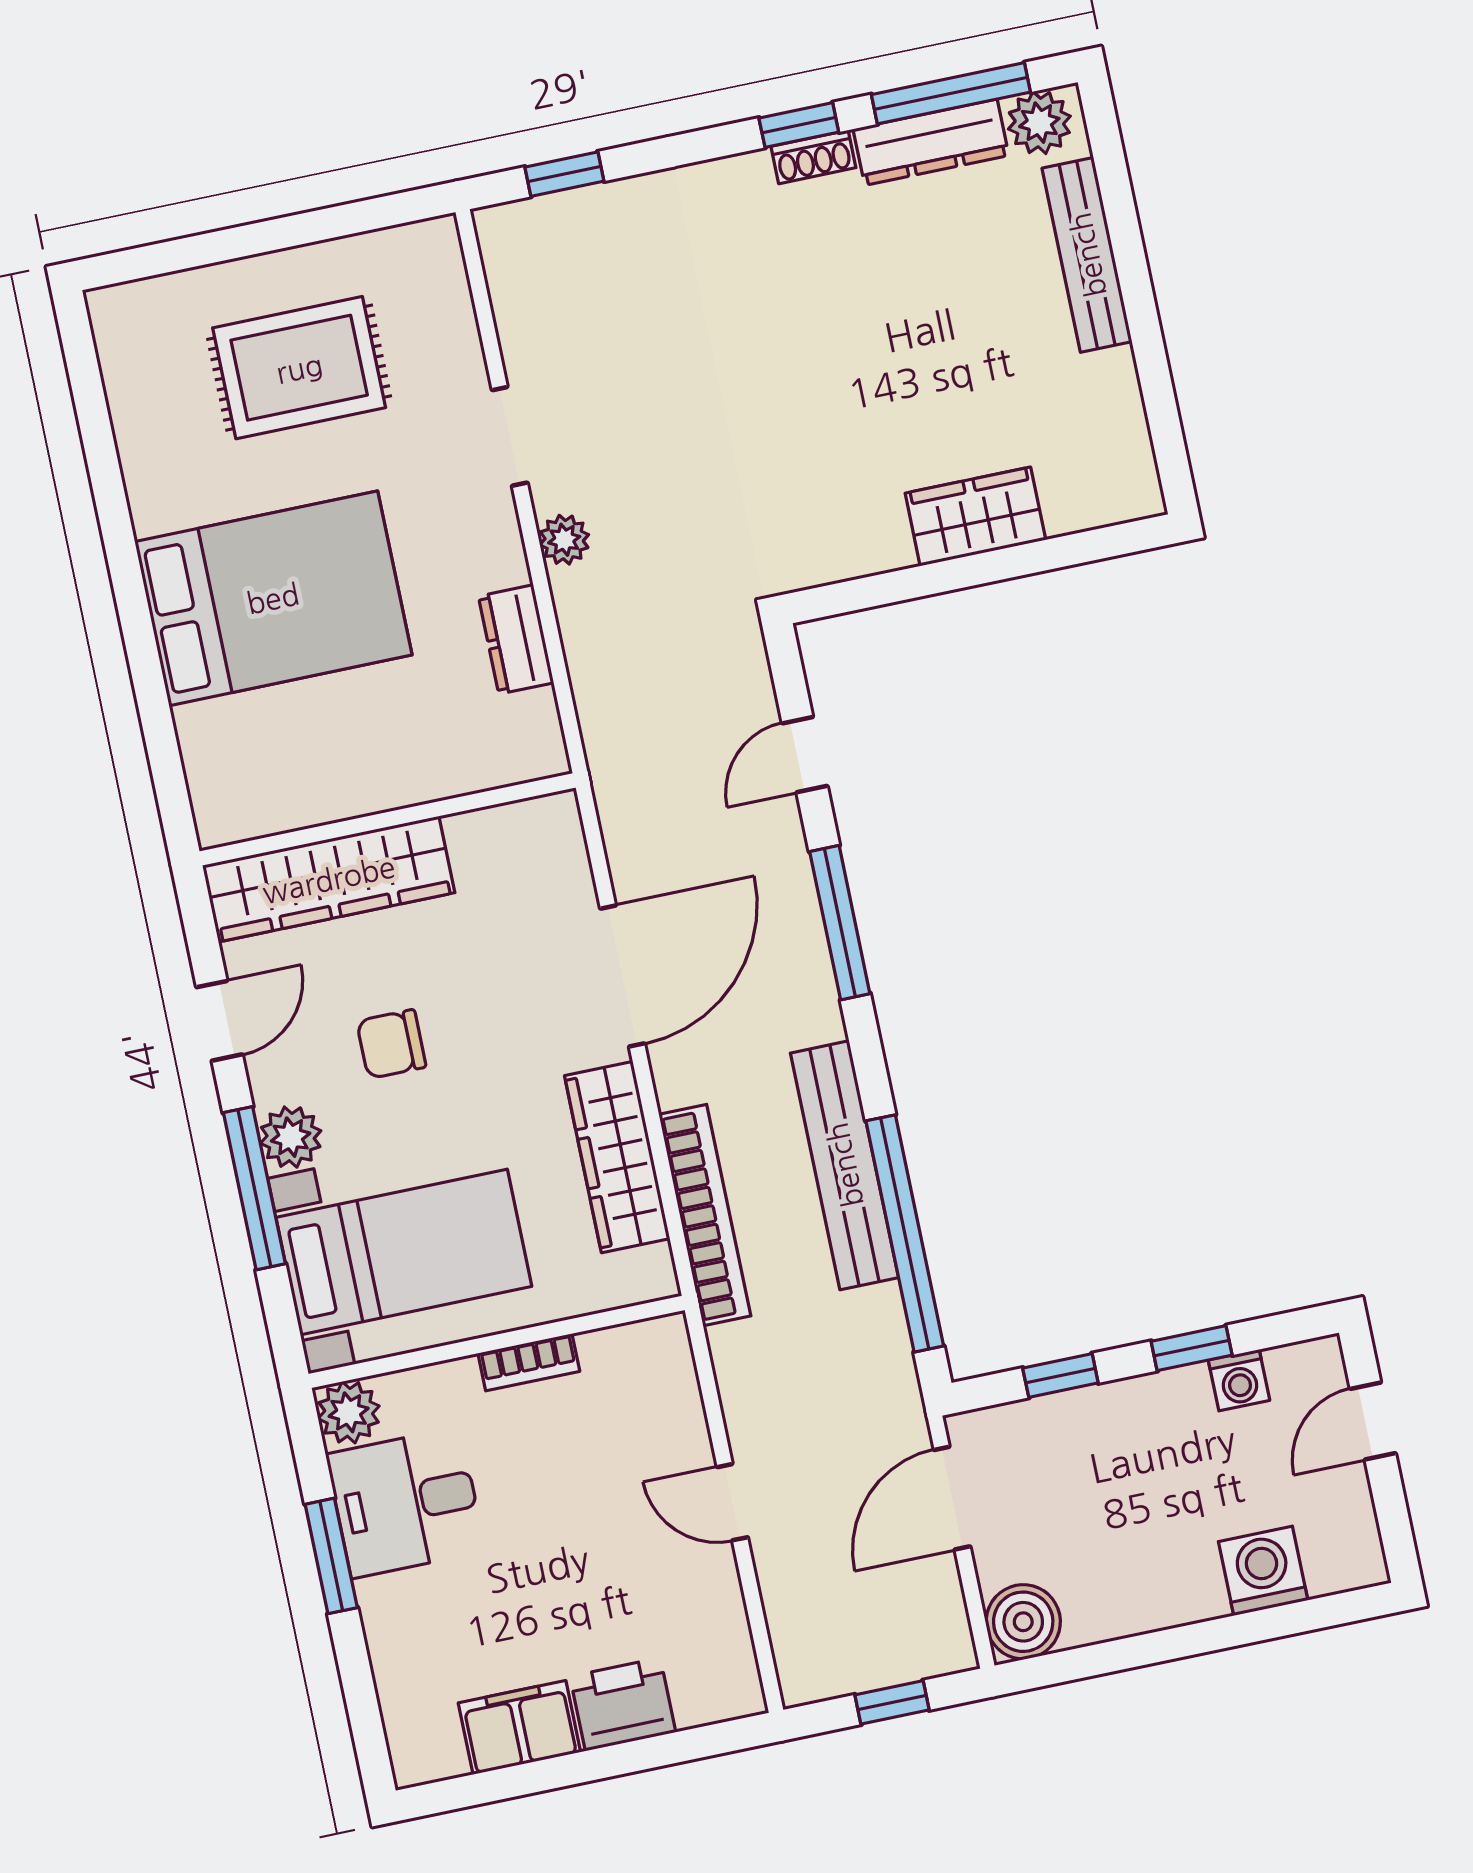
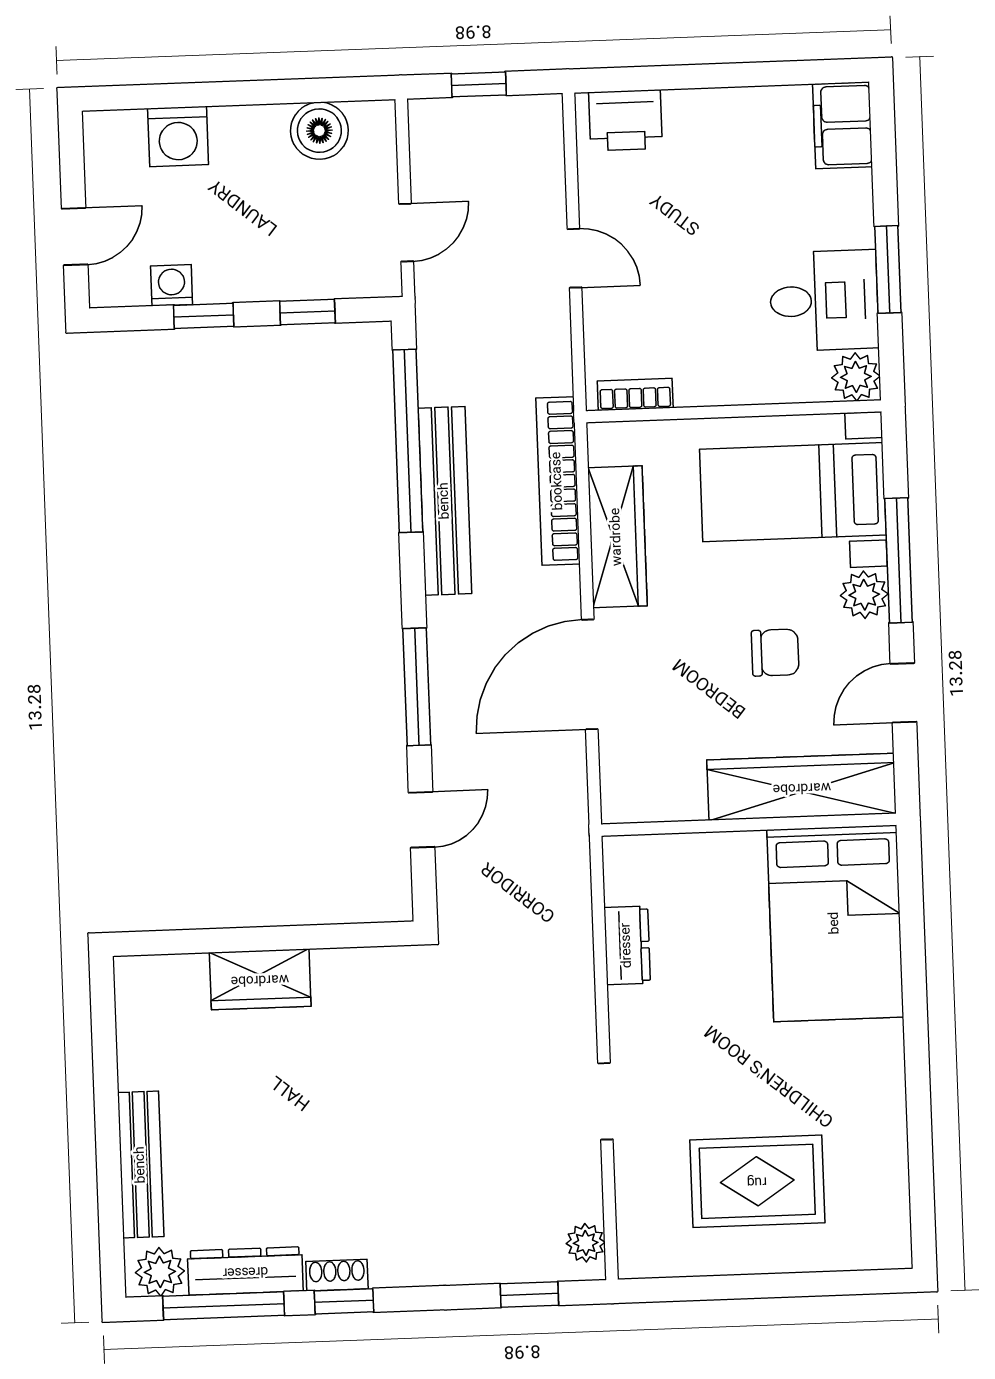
plant: (564, 540) -> (586, 1243), moved
bed: (273, 598) -> (835, 923), moved, turned -90
bookcase: (529, 1362) -> (635, 394), moved
door: (952, 1498) -> (406, 233), width x0.73
boiler: (1023, 1622) -> (319, 131), moved
printer: (623, 1704) -> (626, 120), moved
filing cabinet: (519, 1727) -> (843, 125), moved, turned 90

